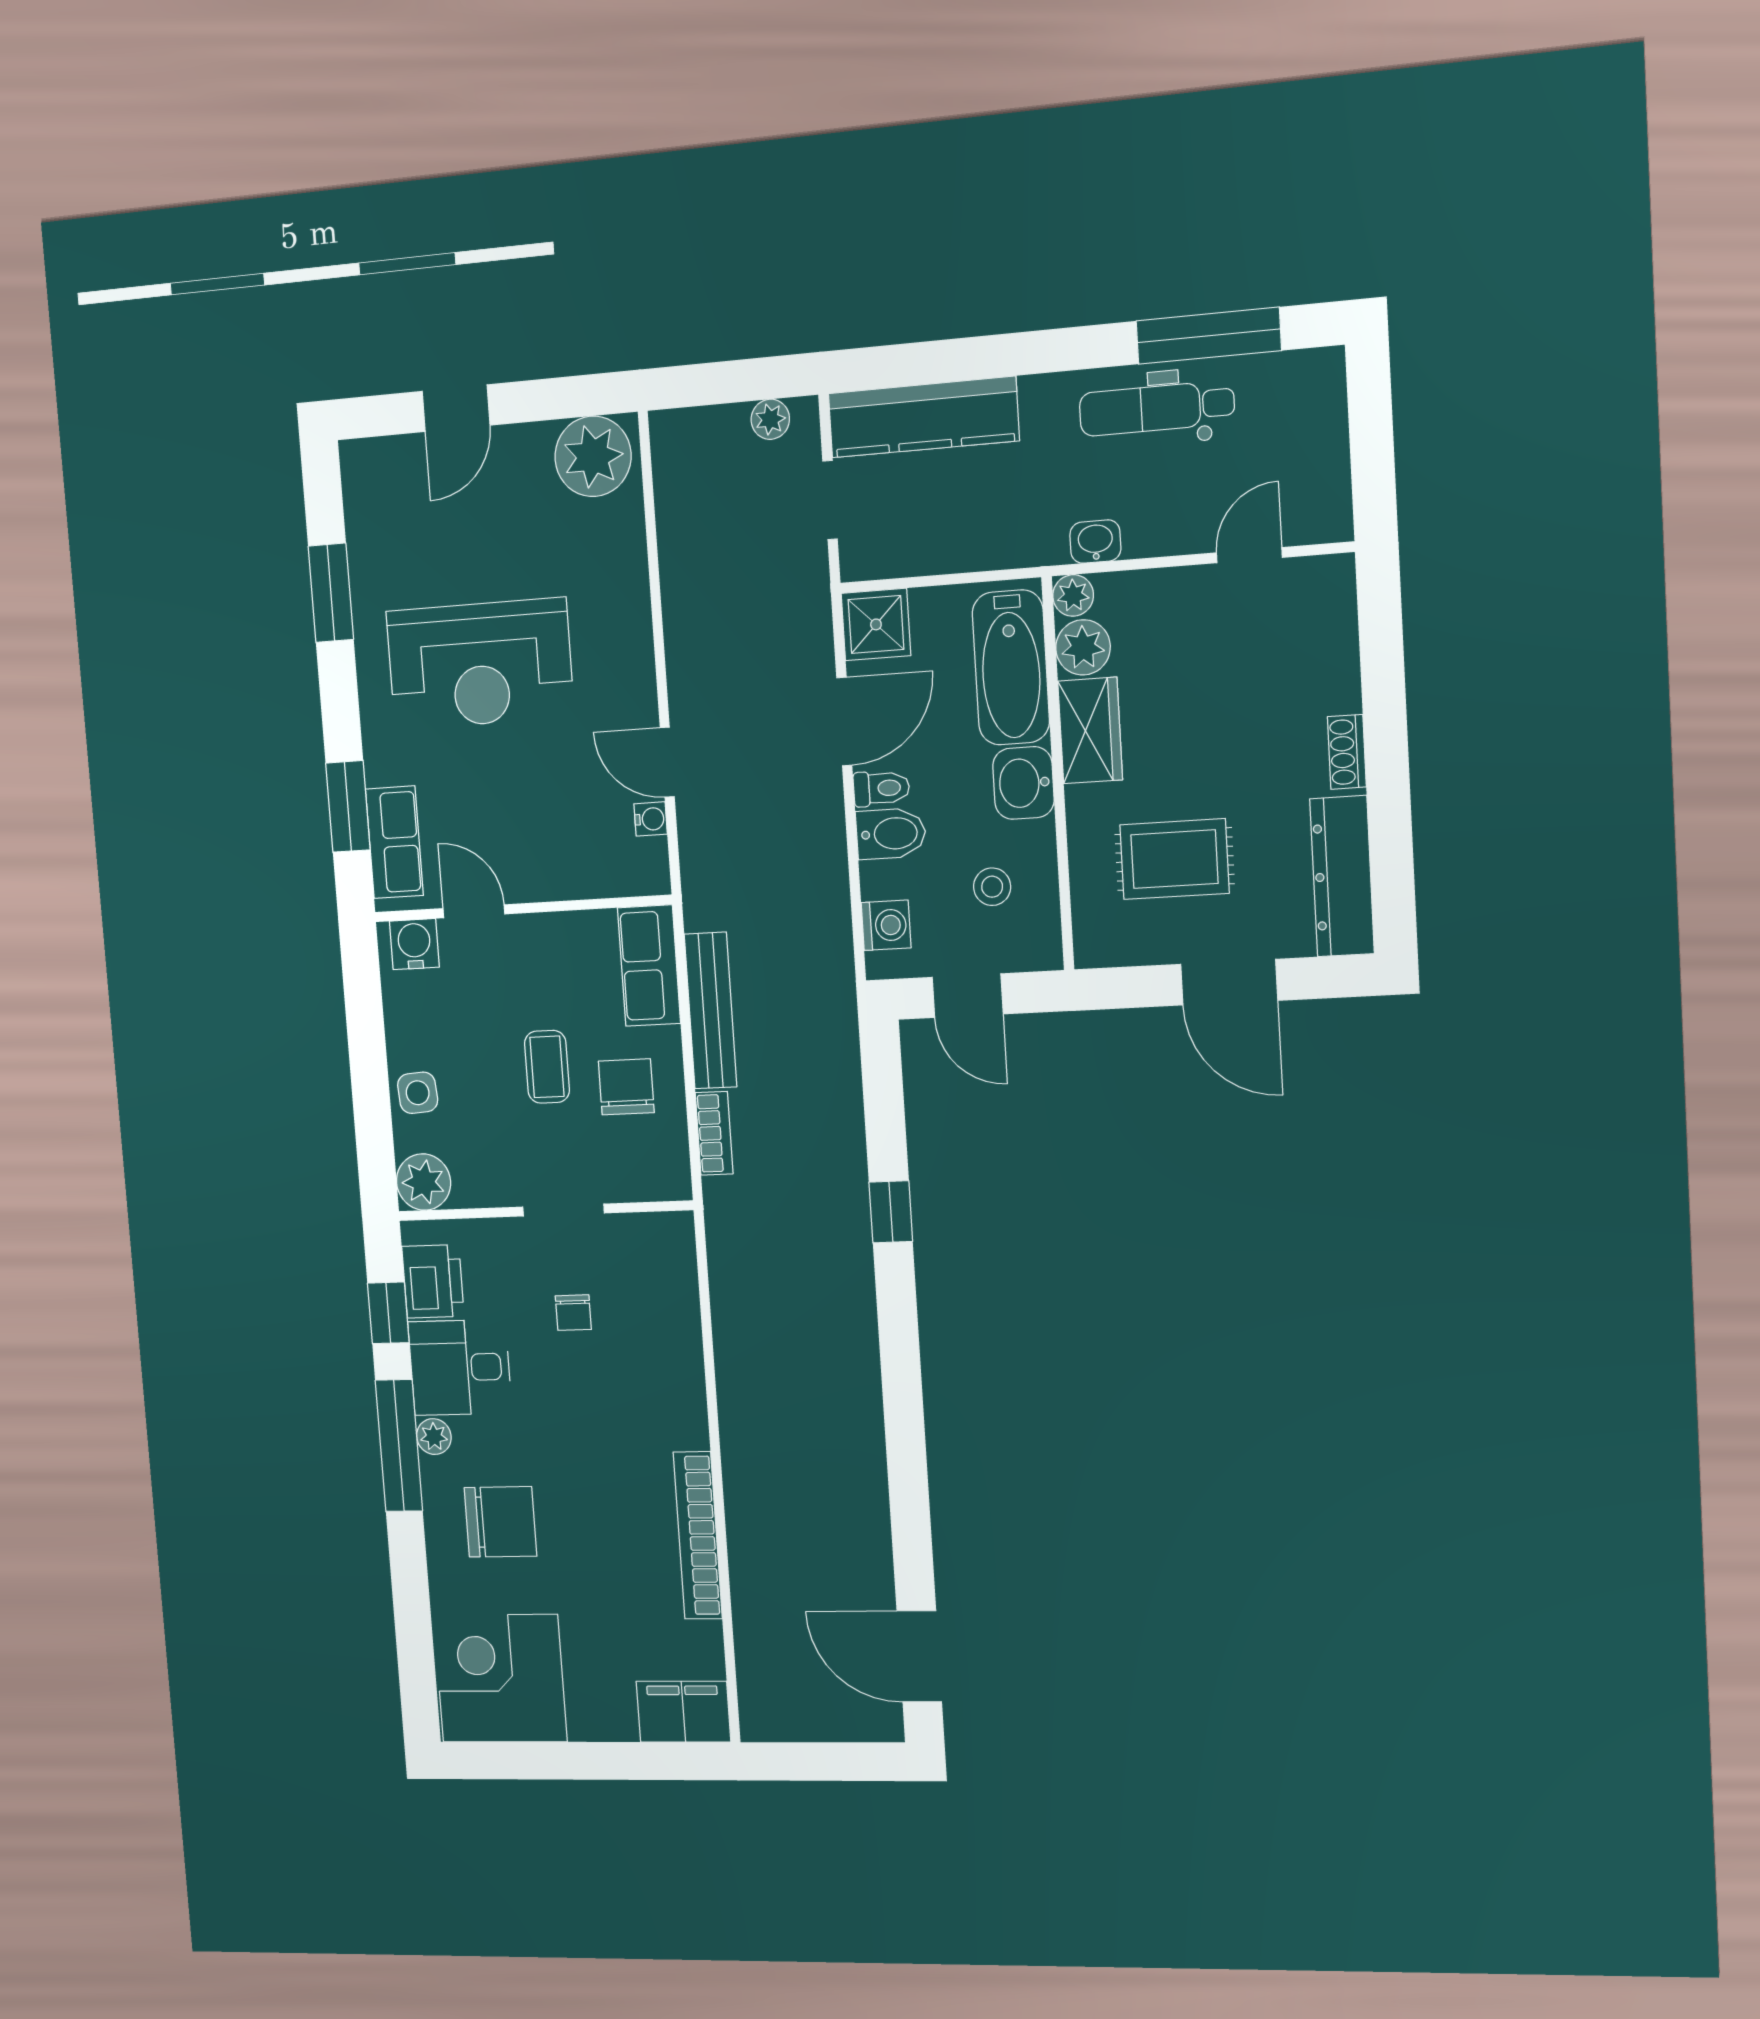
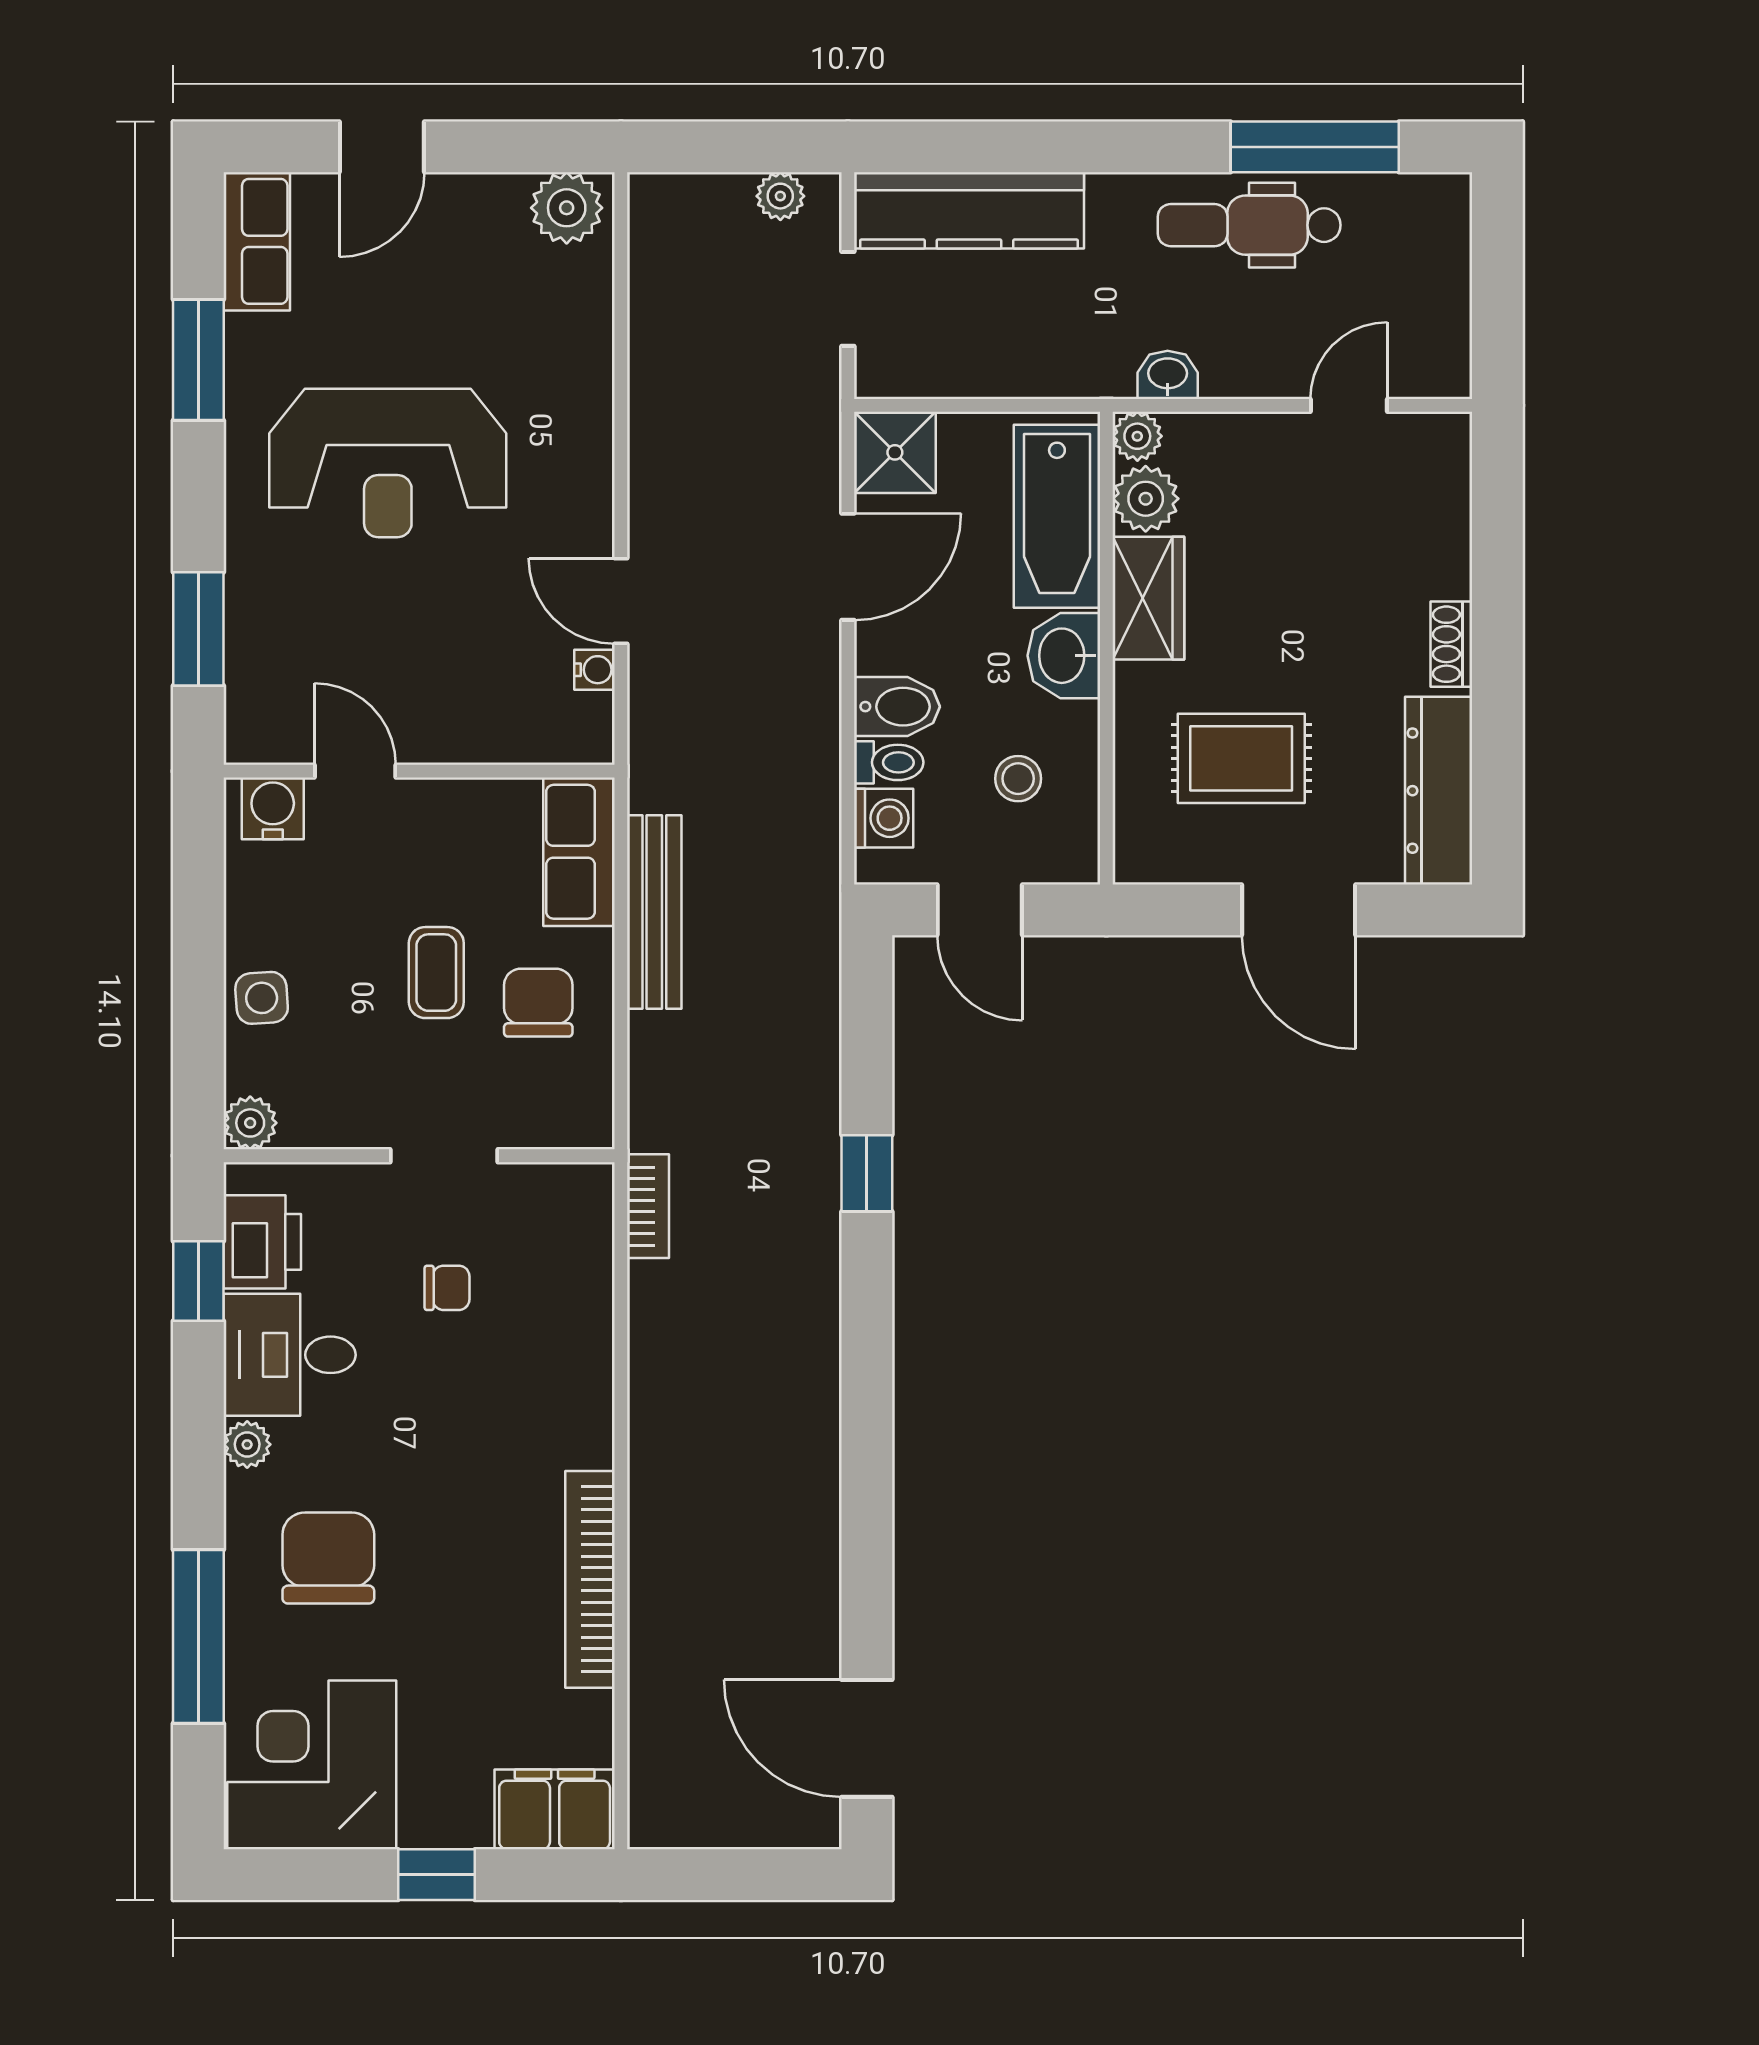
plant: (593, 456) -> (567, 208), width x0.73, depth x0.73
toilet: (881, 788) -> (889, 762), moved
row of seats: (394, 842) -> (257, 241), moved
bookcase: (714, 1133) -> (648, 1206), moved
plant: (424, 1182) -> (250, 1123), width x0.73, depth x0.73
chair: (573, 1313) -> (447, 1288), turned -90
window: (399, 1446) -> (198, 1636), moved
chair: (500, 1522) -> (328, 1558), turned -90
window: (599, 1761) -> (437, 1875), added

